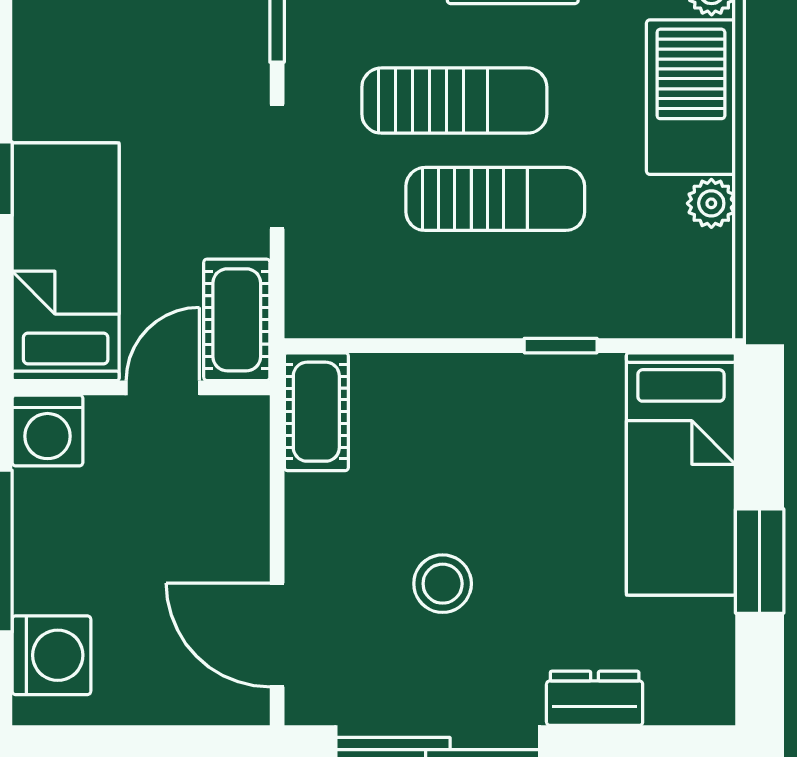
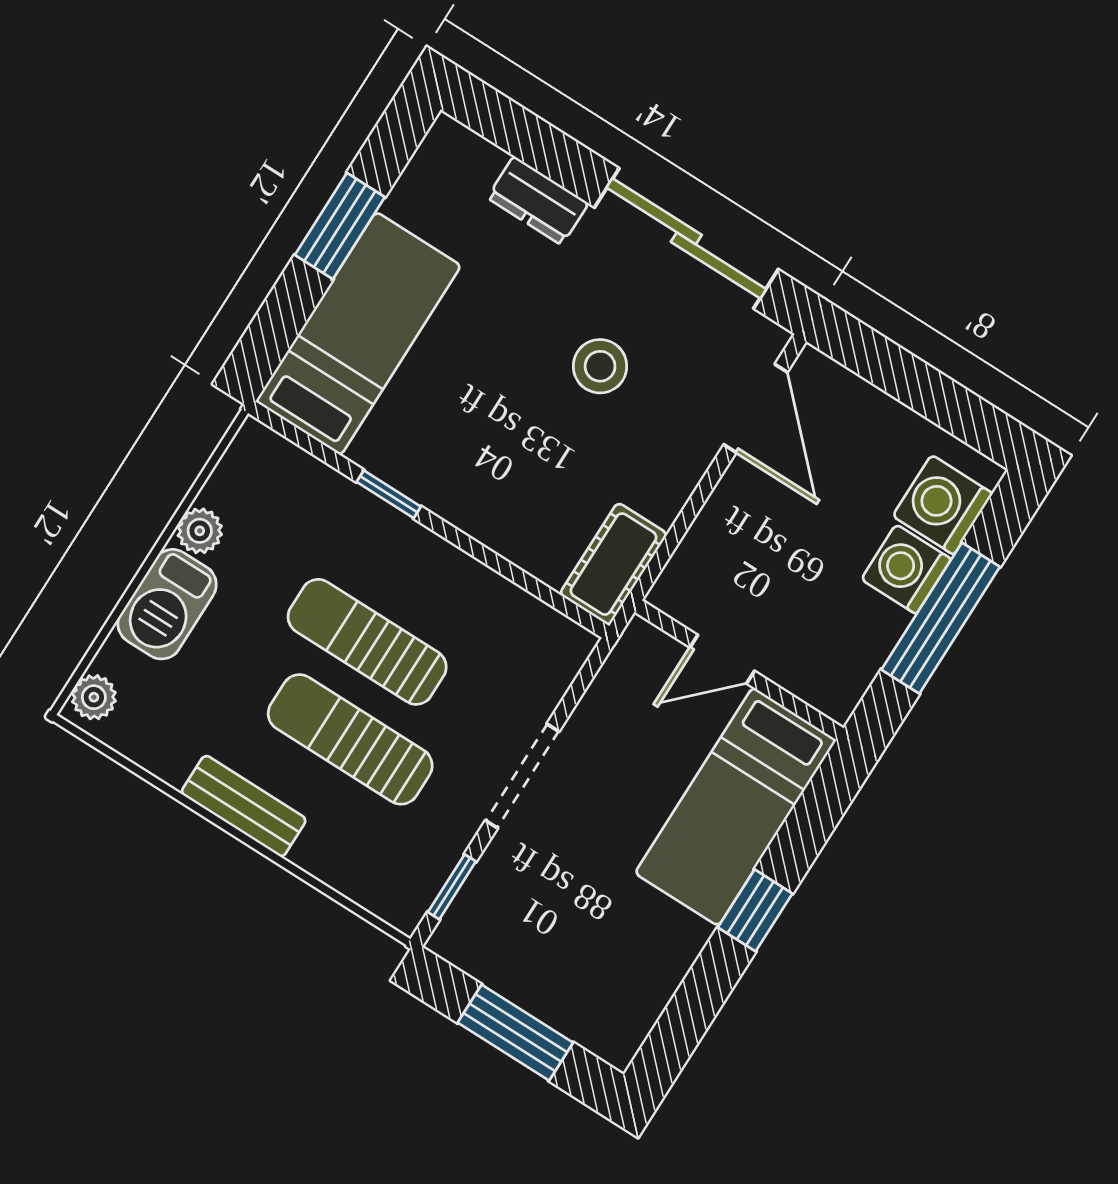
barbecue: (691, 97) -> (167, 604), width x0.73, depth x0.83
cot: (237, 320) -> (630, 676), removed
washing machine: (47, 430) -> (906, 569), moved, turned -90

